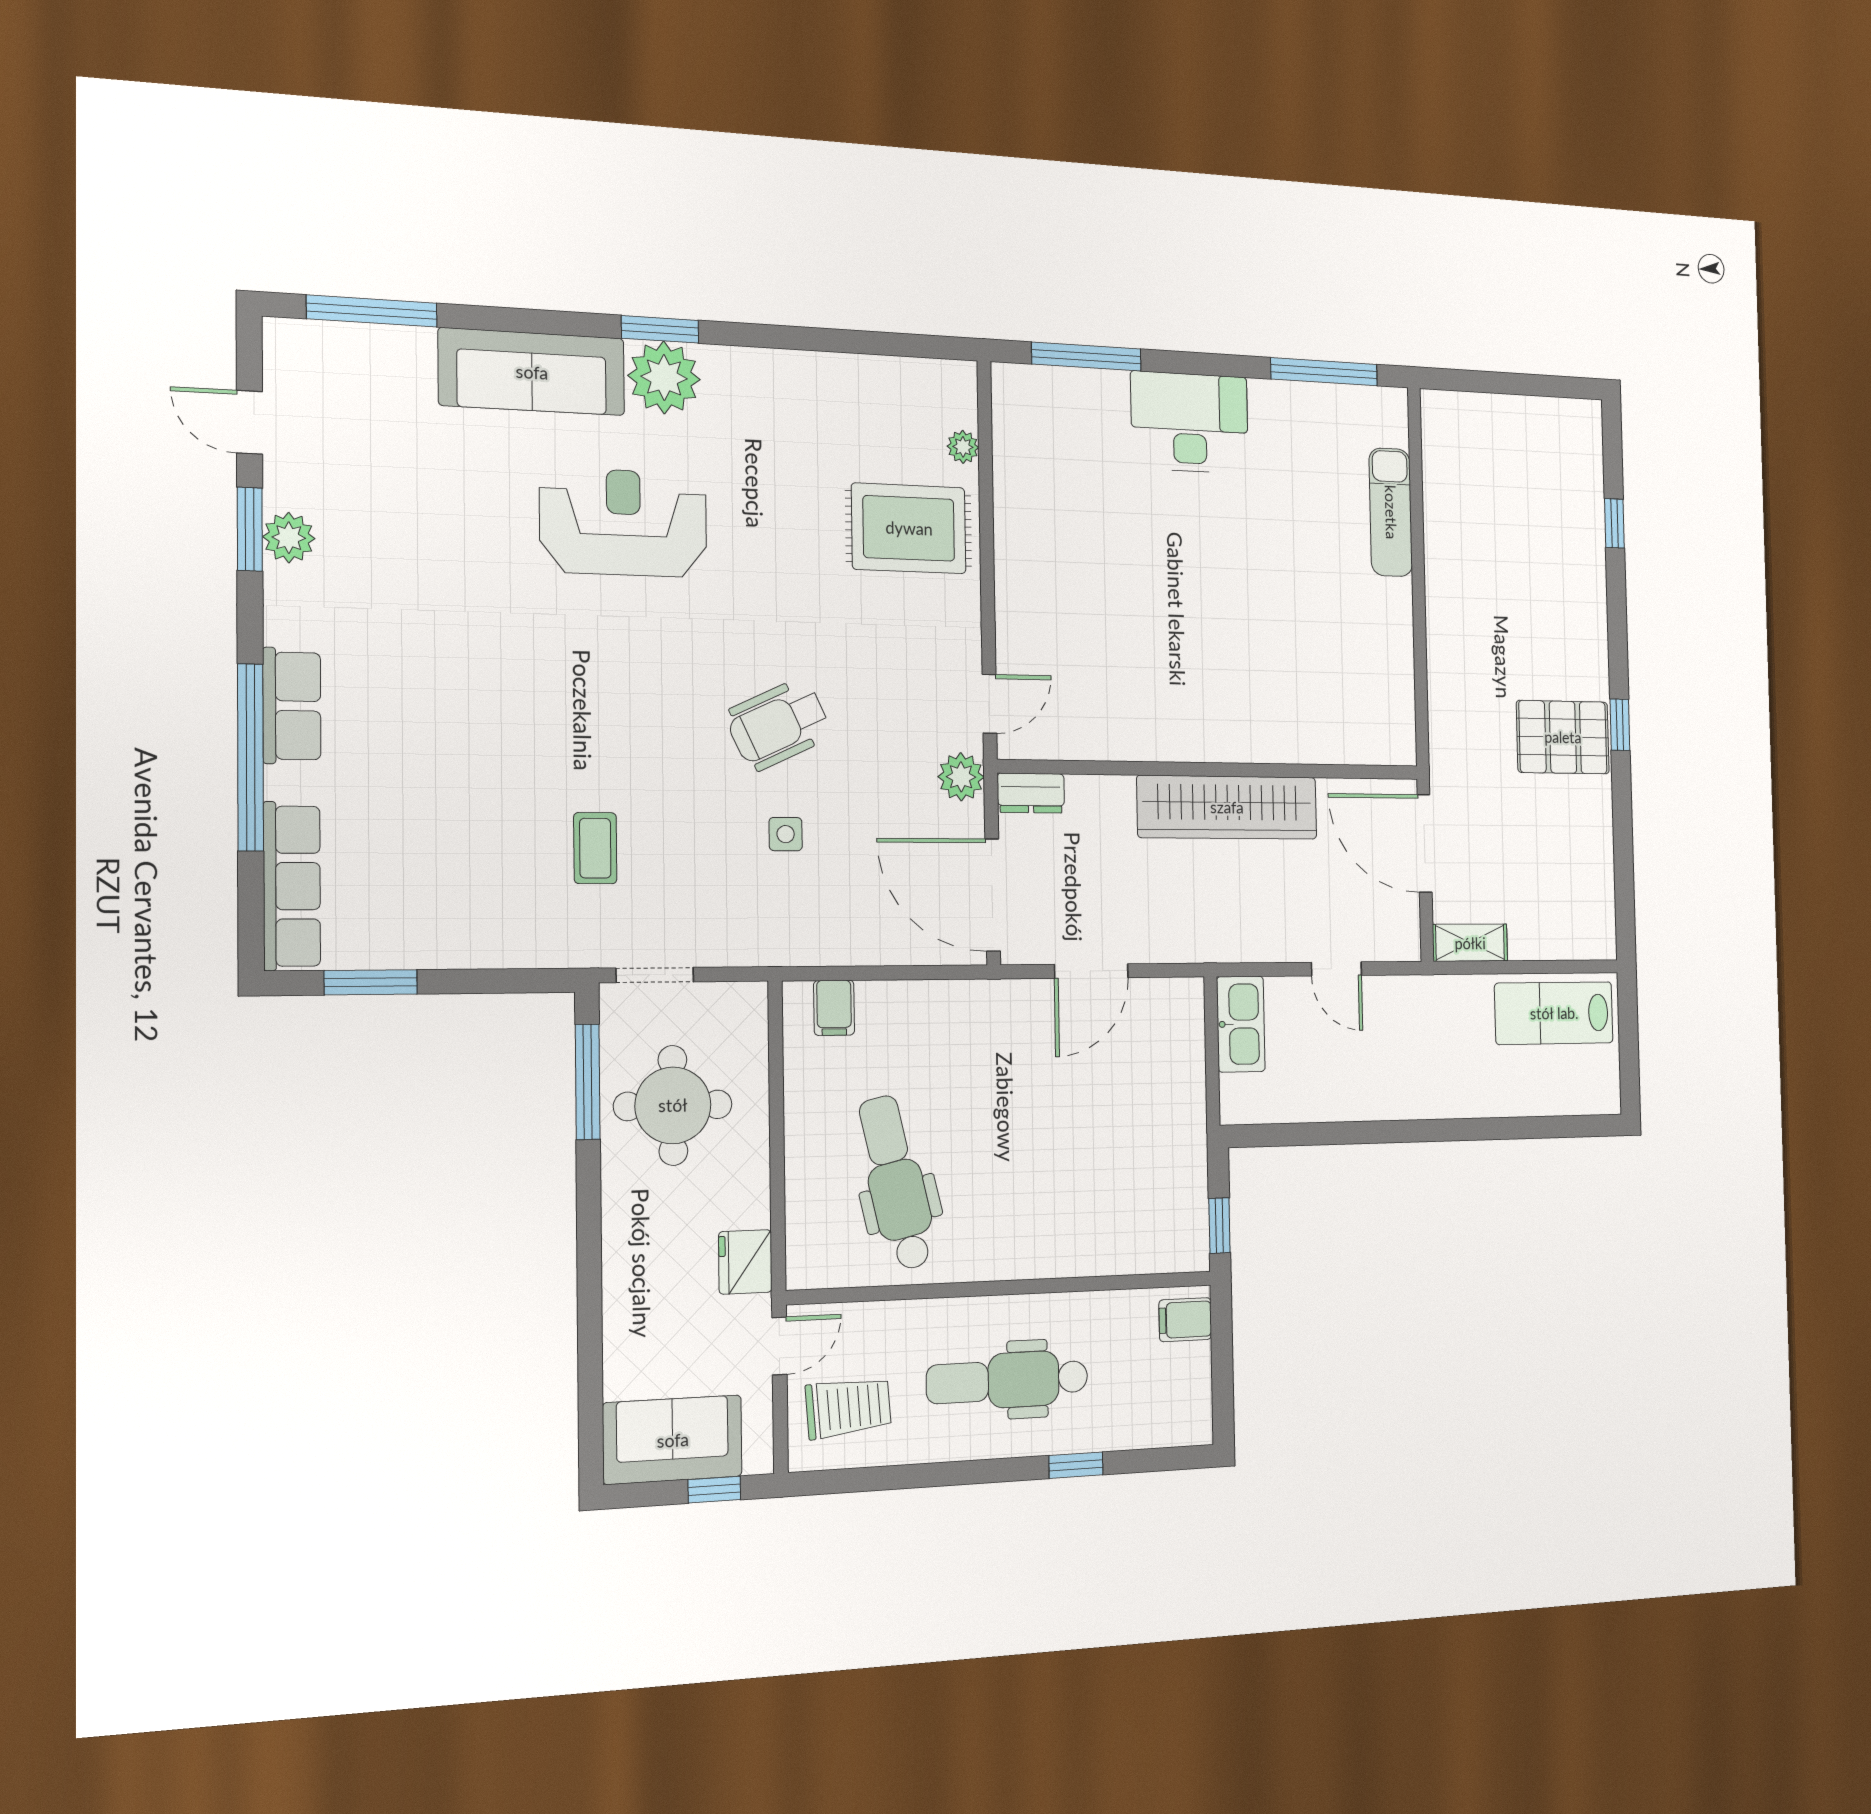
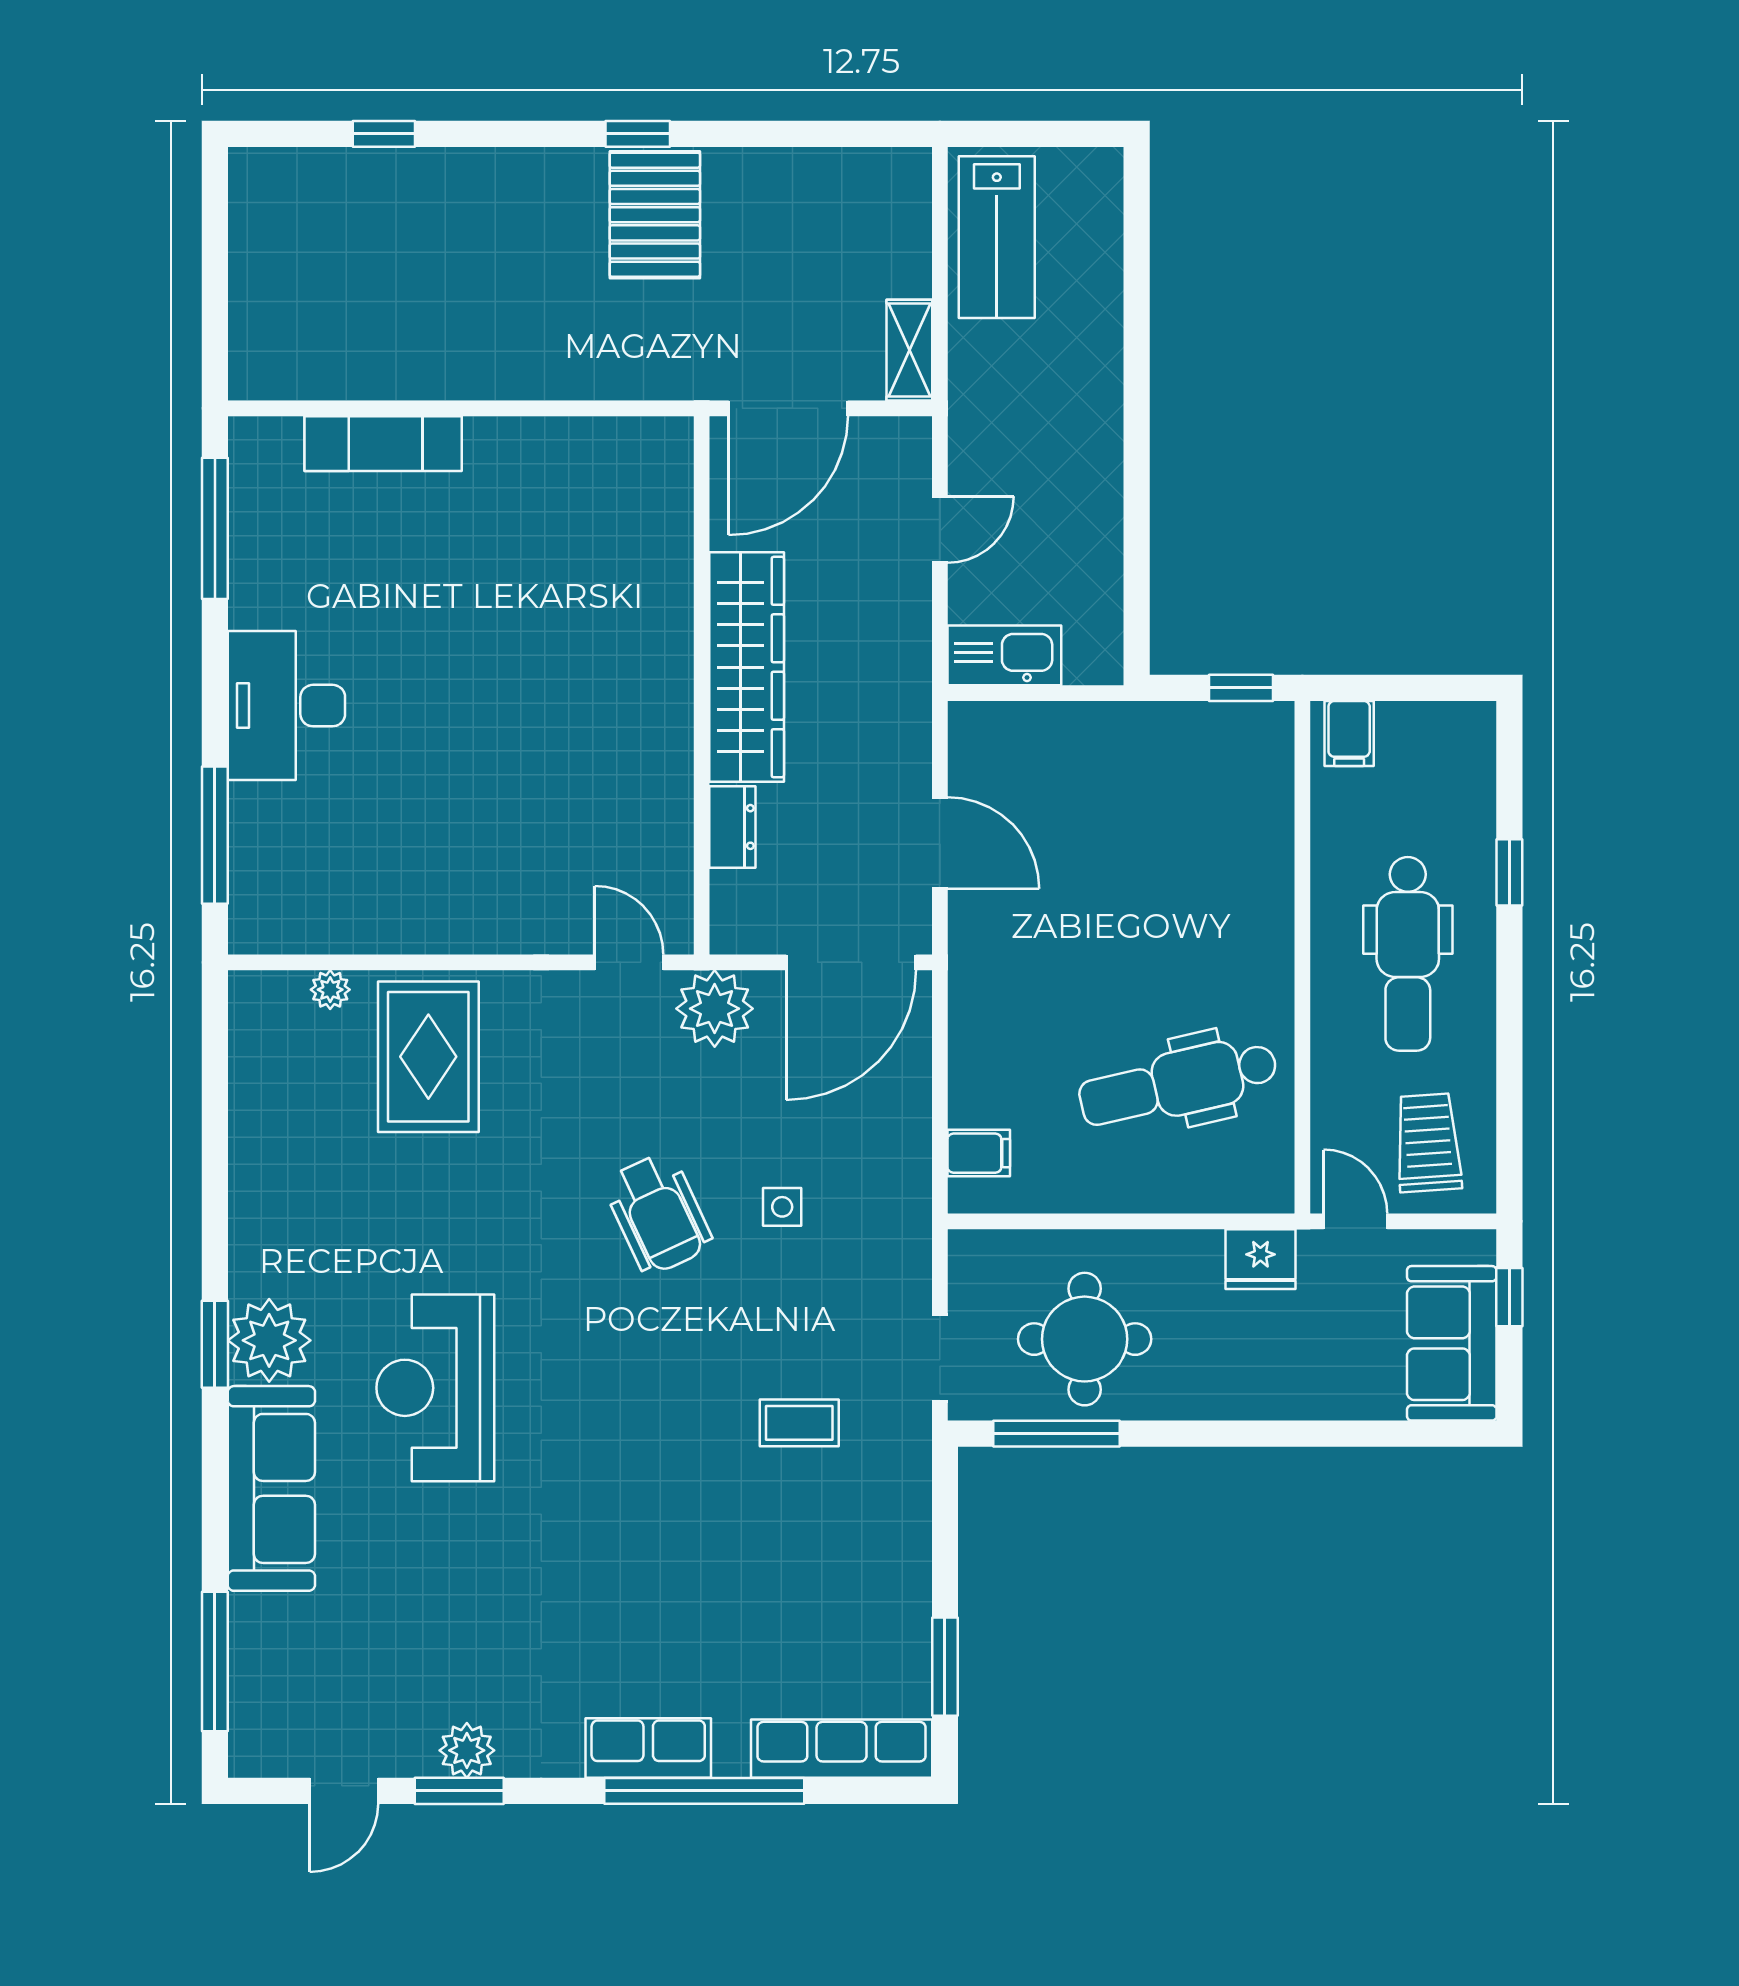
plant: (961, 777) -> (715, 1009), width x1.36, depth x1.36
dresser: (1031, 793) -> (732, 827), moved

